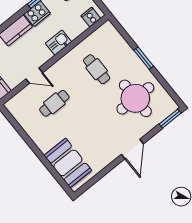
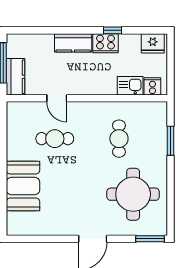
kitchen sink: (58, 43) -> (130, 86), moved
window: (144, 58) -> (171, 141), moved
booth: (68, 163) -> (23, 186), moved

